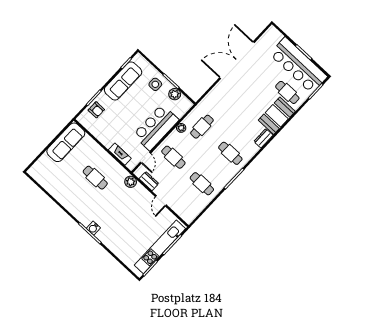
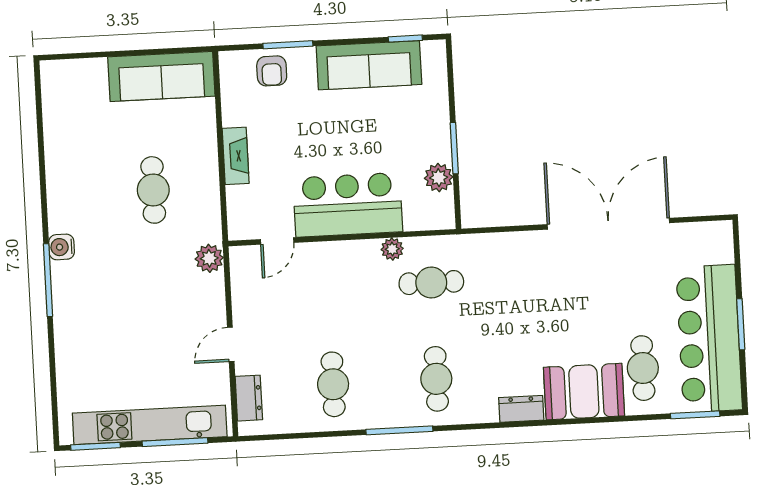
side table: (155, 84) -> (421, 127), removed
fireplace: (120, 154) -> (236, 156), moved
cafe table: (173, 157) -> (328, 288), removed
dresser: (149, 181) -> (249, 398), moved
water cooler: (93, 228) -> (62, 247), moved

